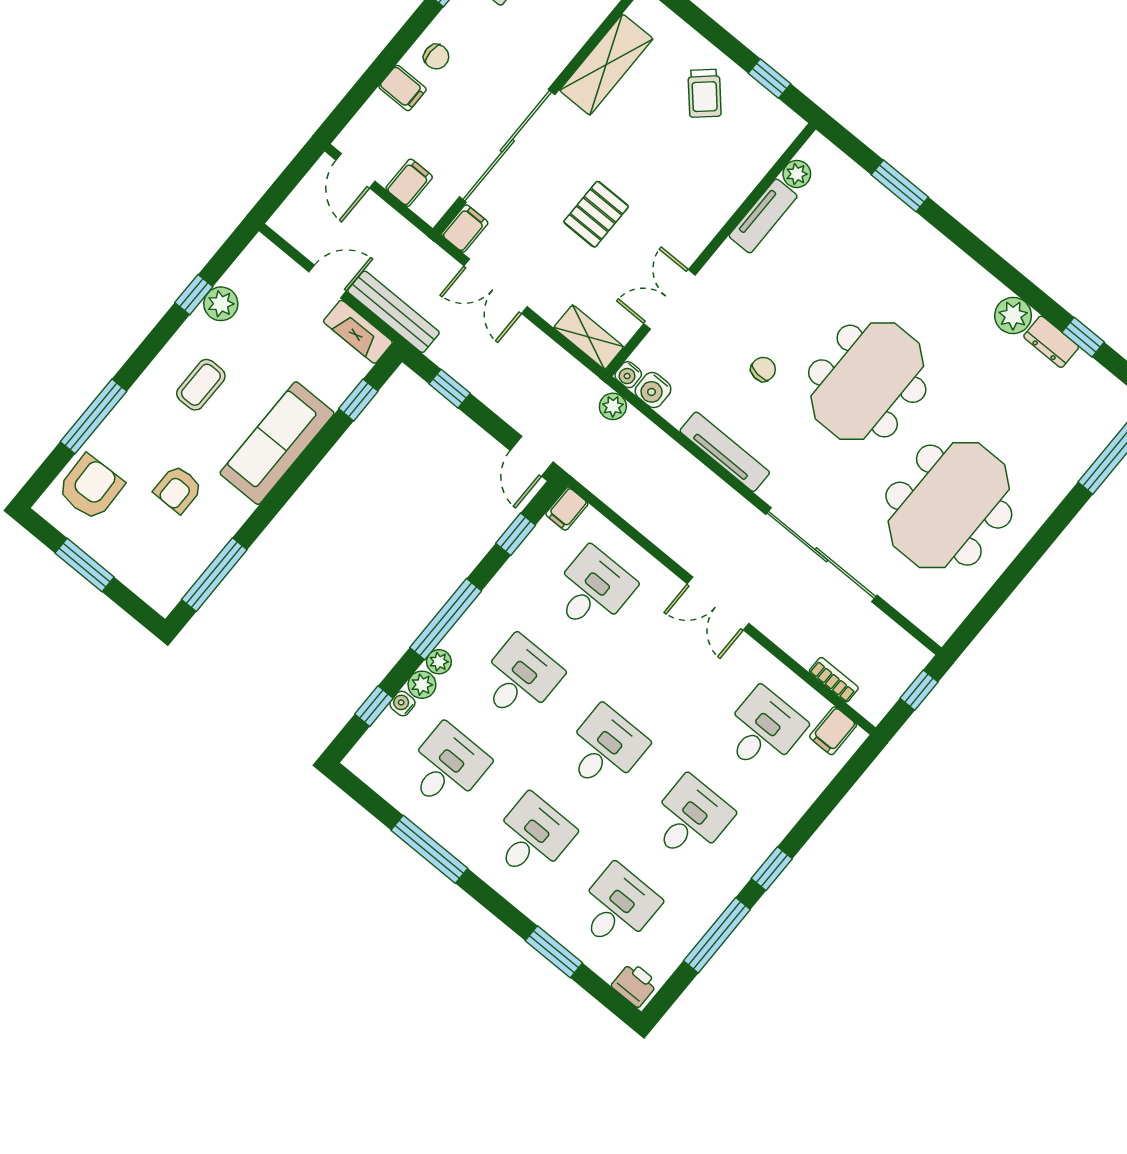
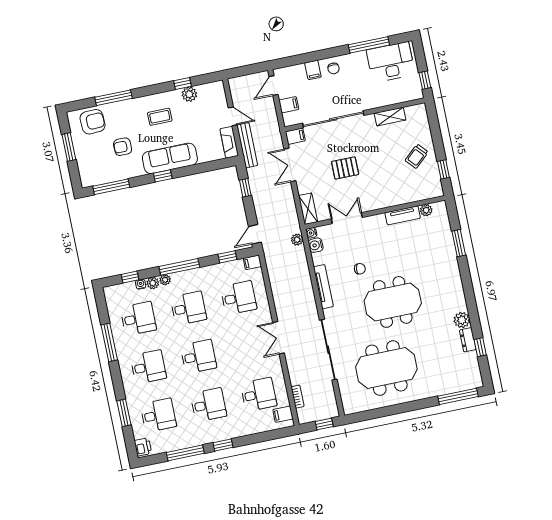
shelving: (606, 65) -> (390, 117), width x0.67, depth x0.75
window: (358, 400) -> (163, 176), moved

